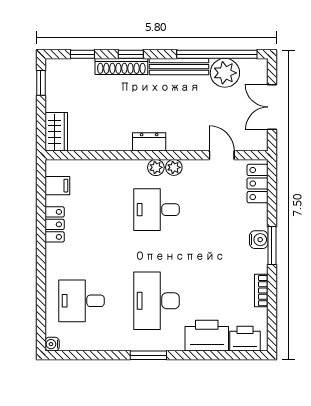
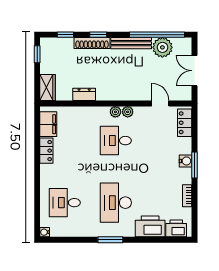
dresser: (149, 142) -> (84, 94), moved
filing cabinet: (57, 186) -> (48, 124), width x2.00

